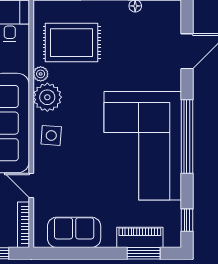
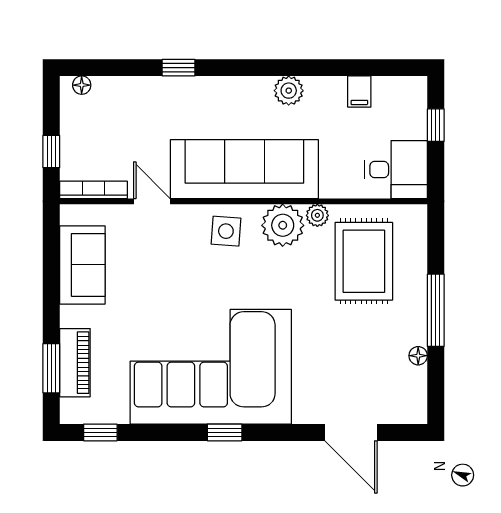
window: (187, 136) -> (225, 432), width x0.32
door: (31, 186) -> (152, 201), hinge flipped

